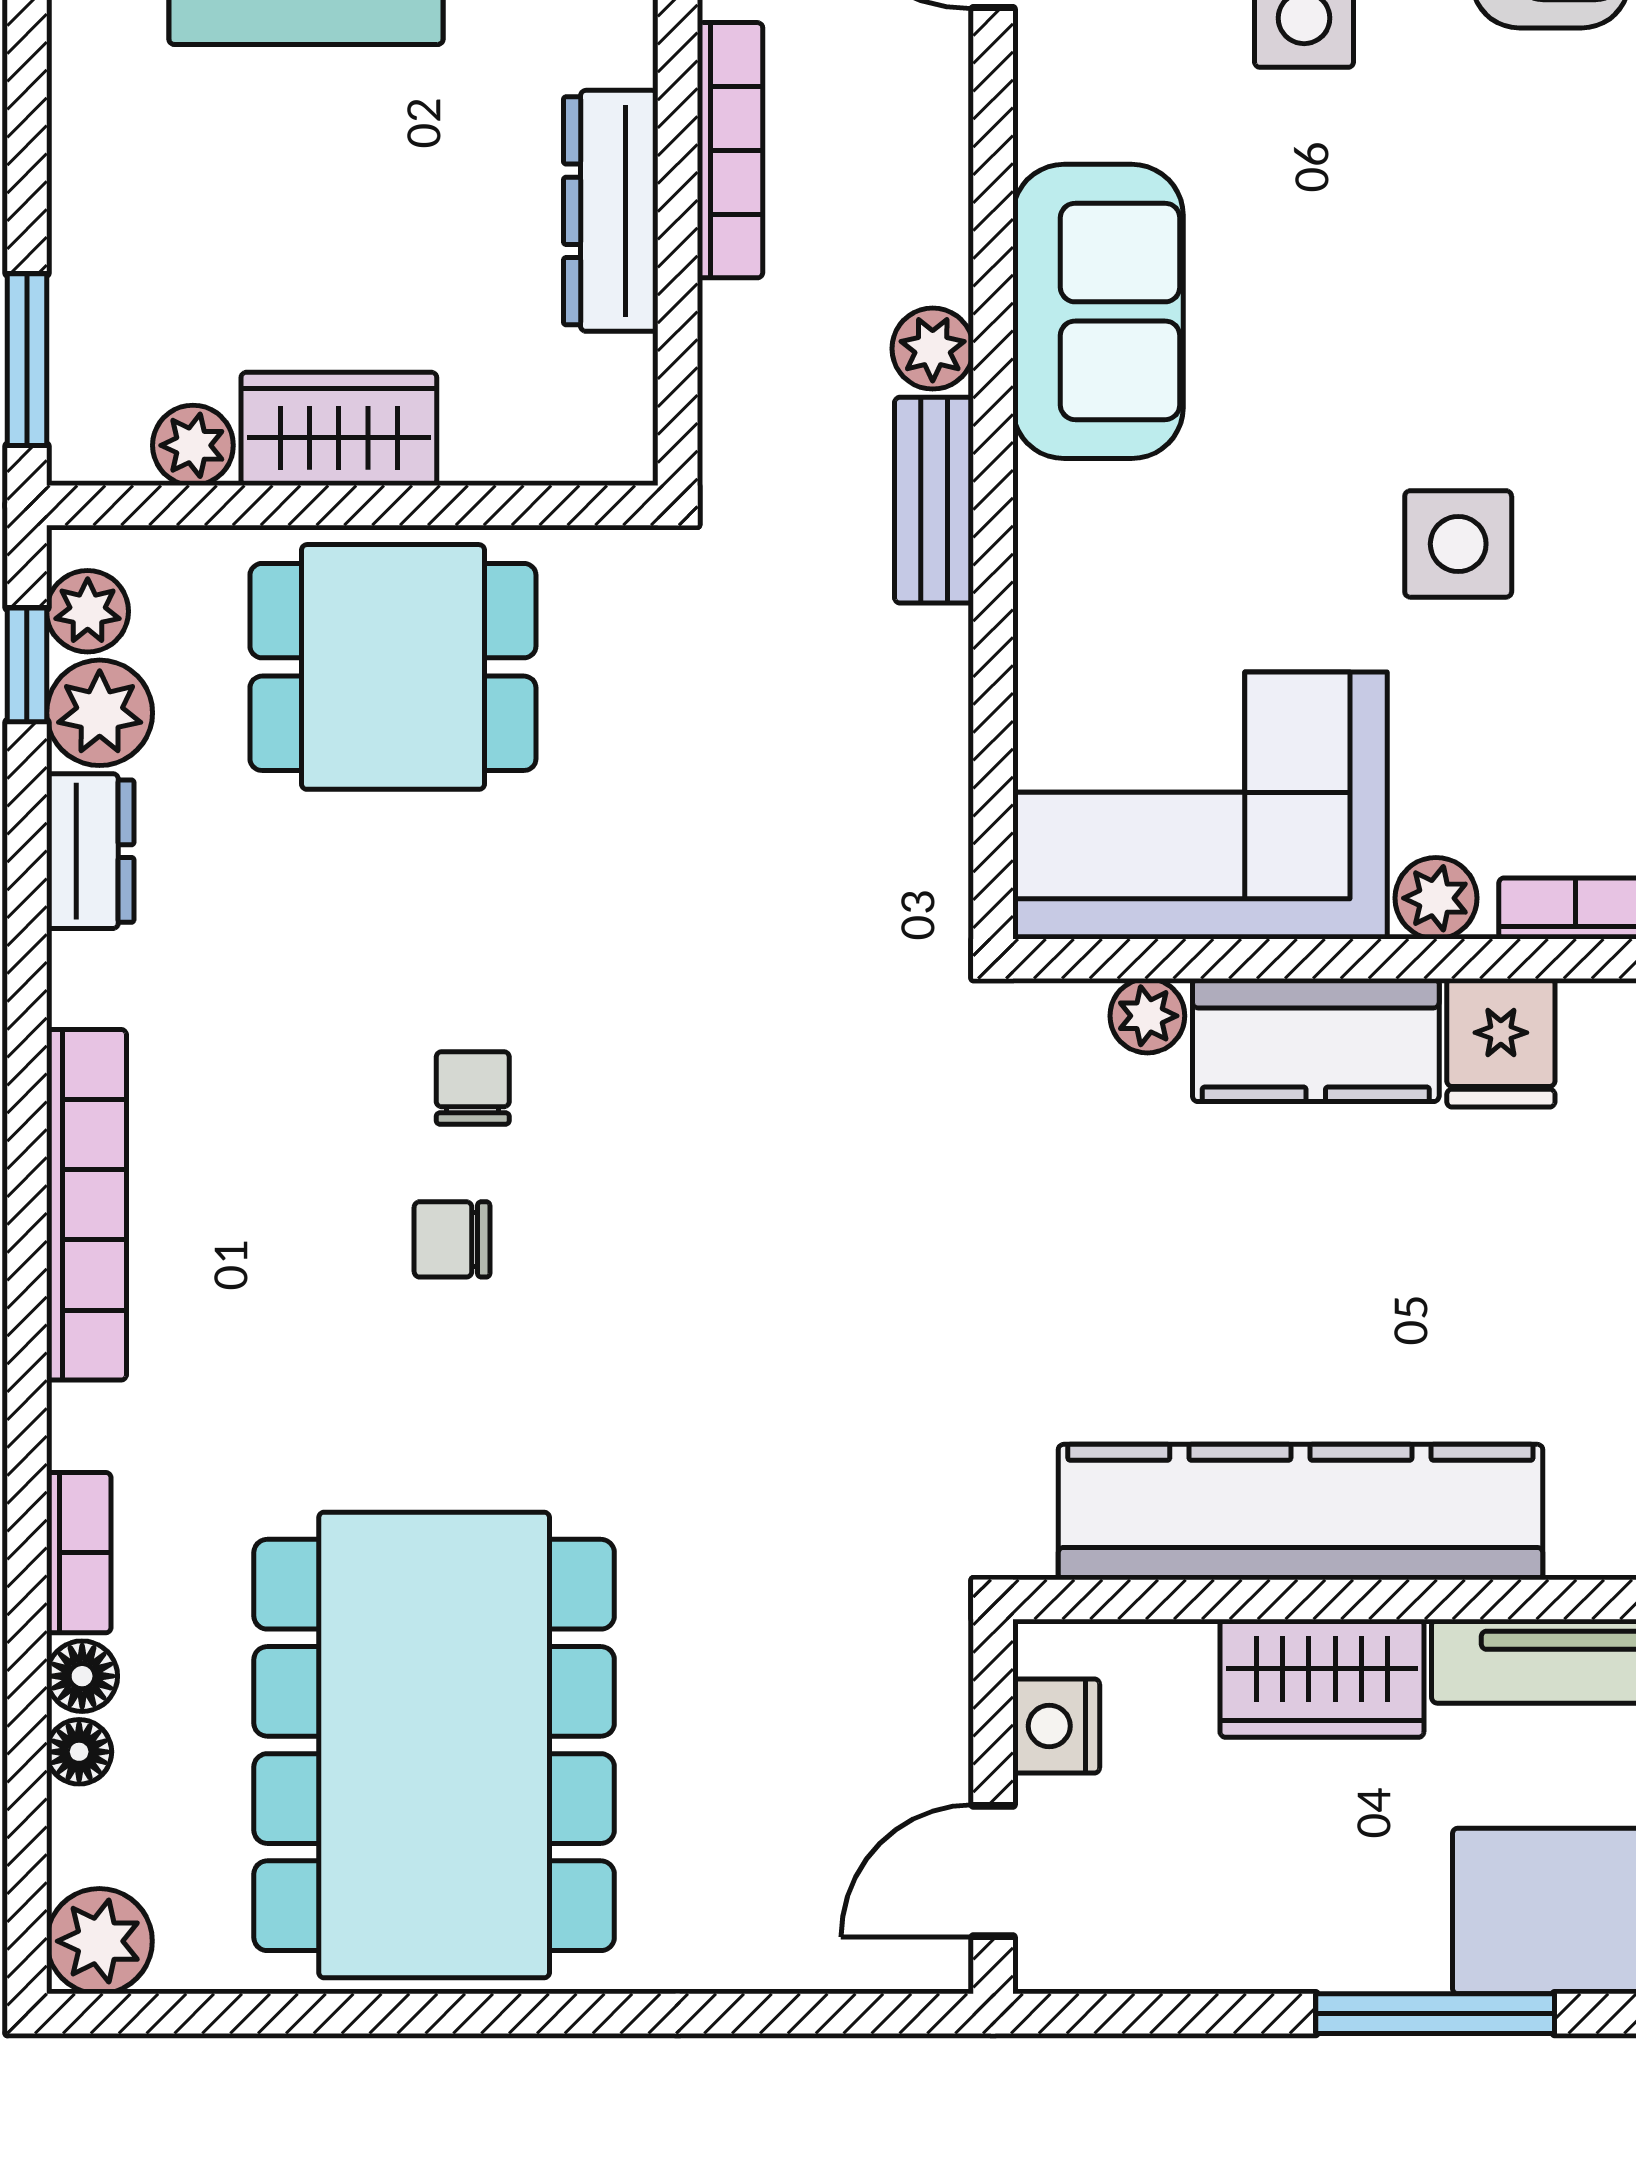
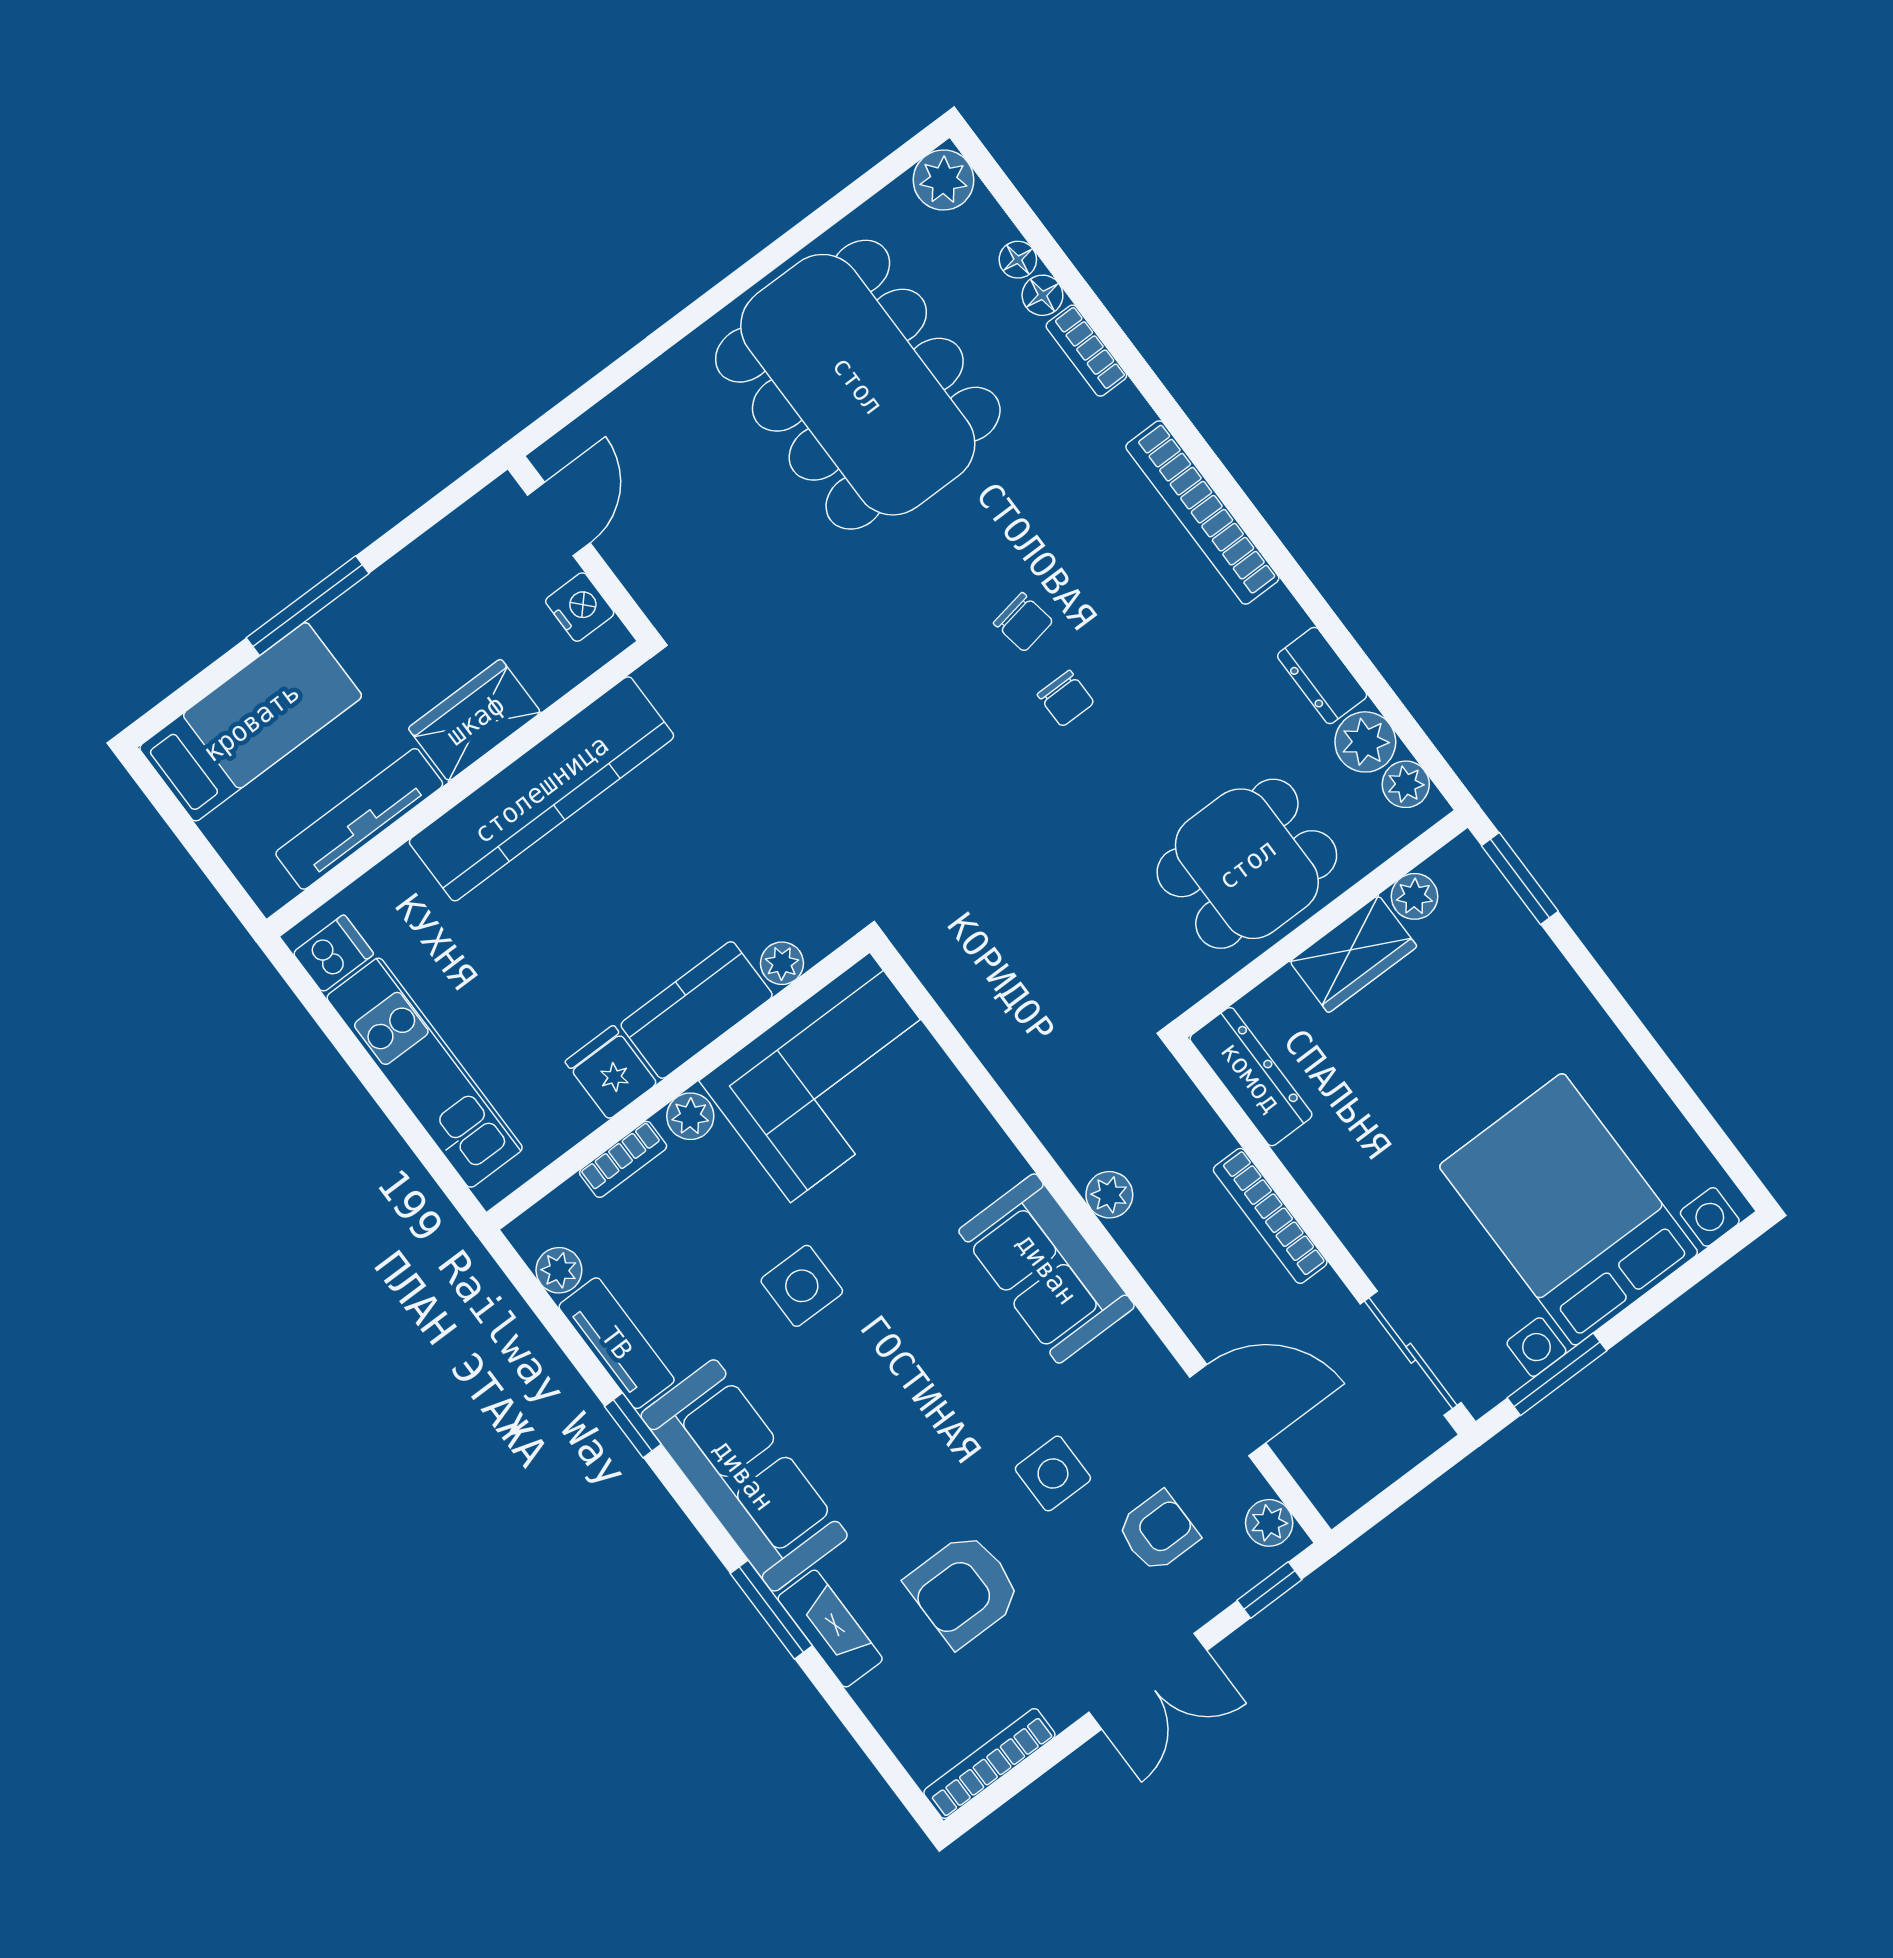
dresser: (611, 211) -> (1251, 1077), moved
bench: (934, 500) -> (1057, 1126), removed
window: (27, 665) -> (1415, 739), removed
chair: (452, 1239) -> (1023, 622), turned 80

